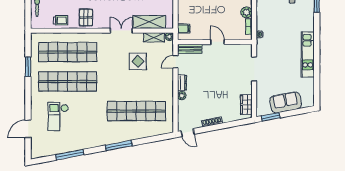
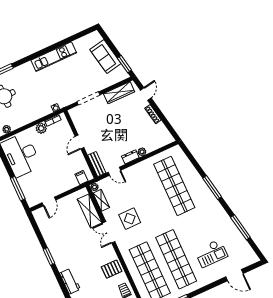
display table: (138, 61) -> (130, 219), moved
wardrobe: (246, 105) -> (119, 93), width x1.50
door: (188, 133) -> (146, 94), moved

